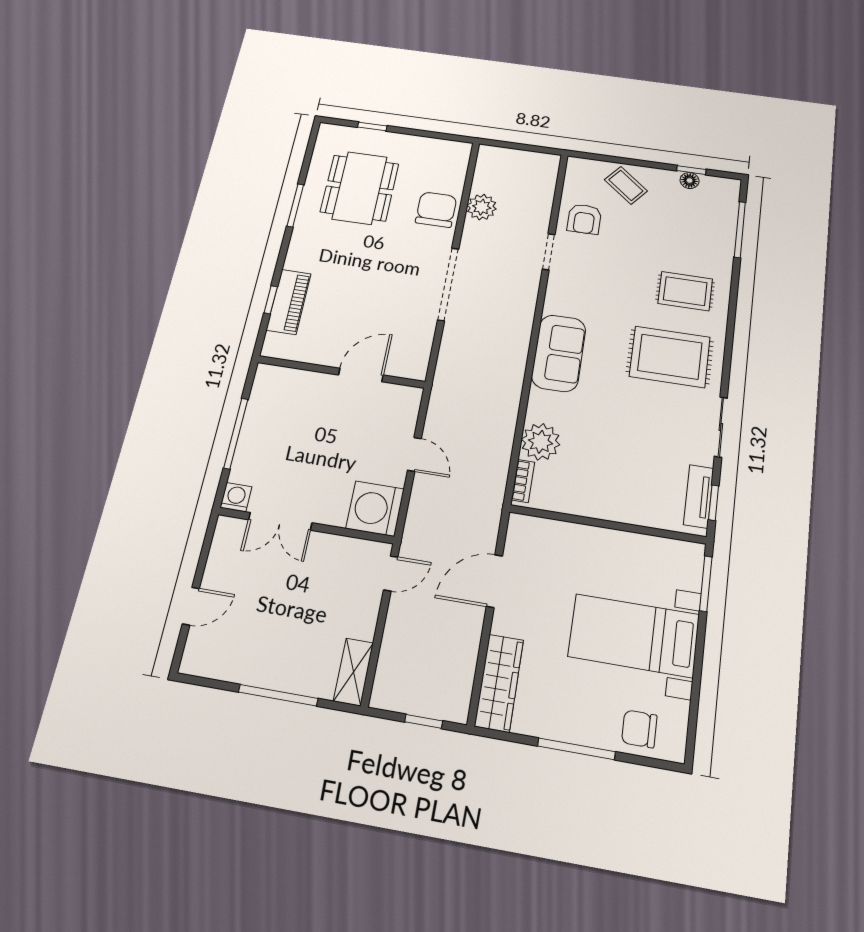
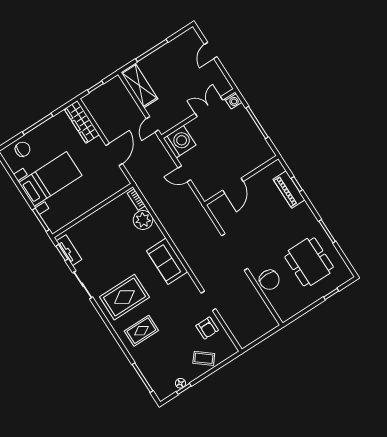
plant: (482, 207) -> (252, 297), removed
armchair: (584, 219) -> (207, 328), turned 180
shelving: (353, 672) -> (139, 86), width x1.50, depth x1.33

